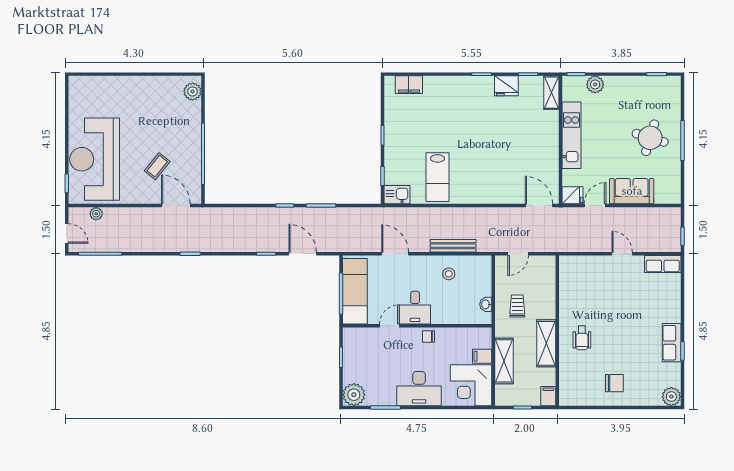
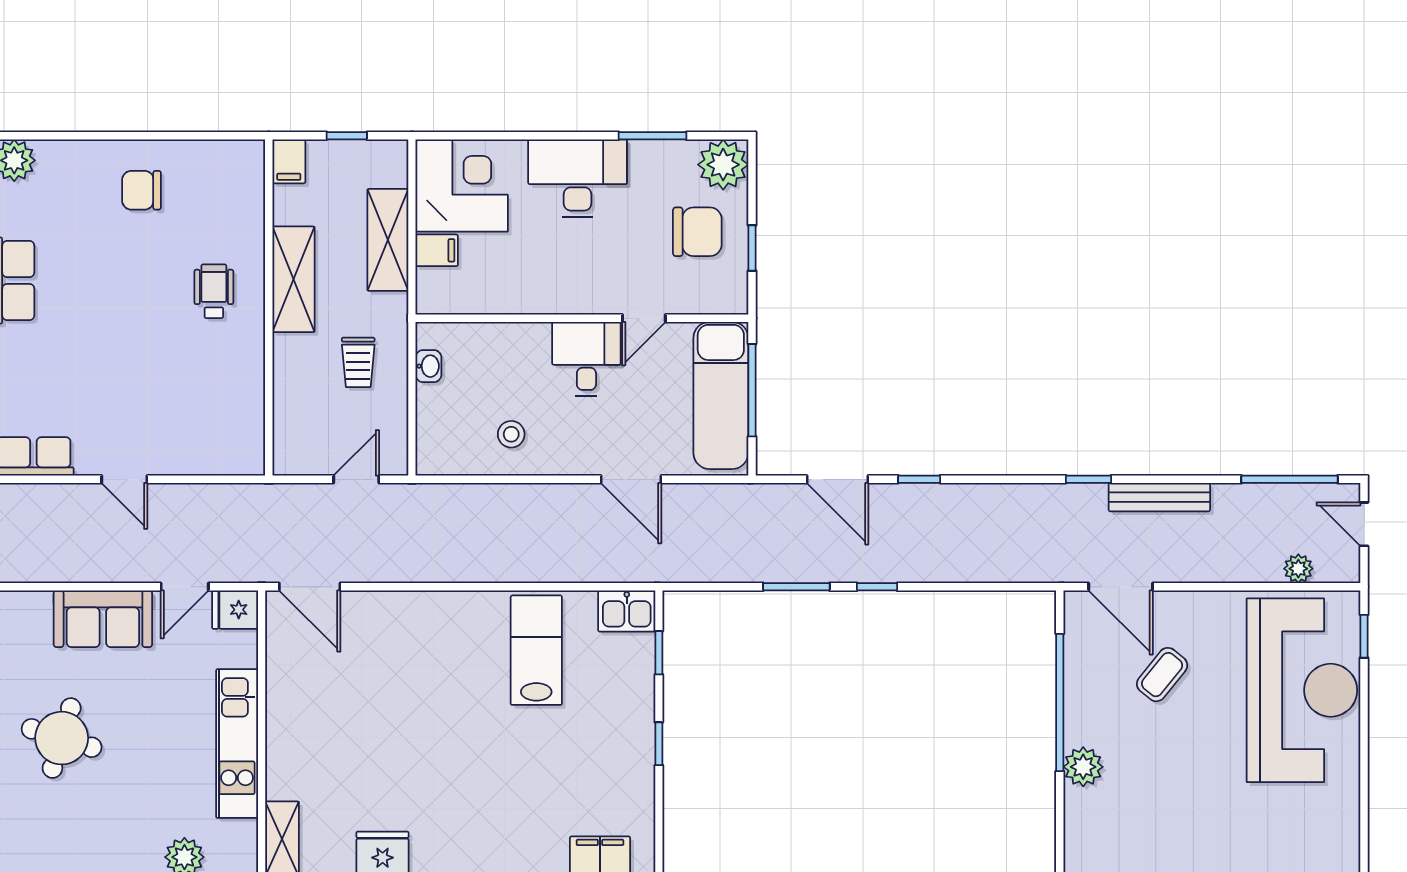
plant: (193, 91) -> (1083, 767), moved
bench: (453, 246) -> (1159, 497), moved
chair: (428, 337) -> (697, 232), moved, width x1.87, depth x1.87

